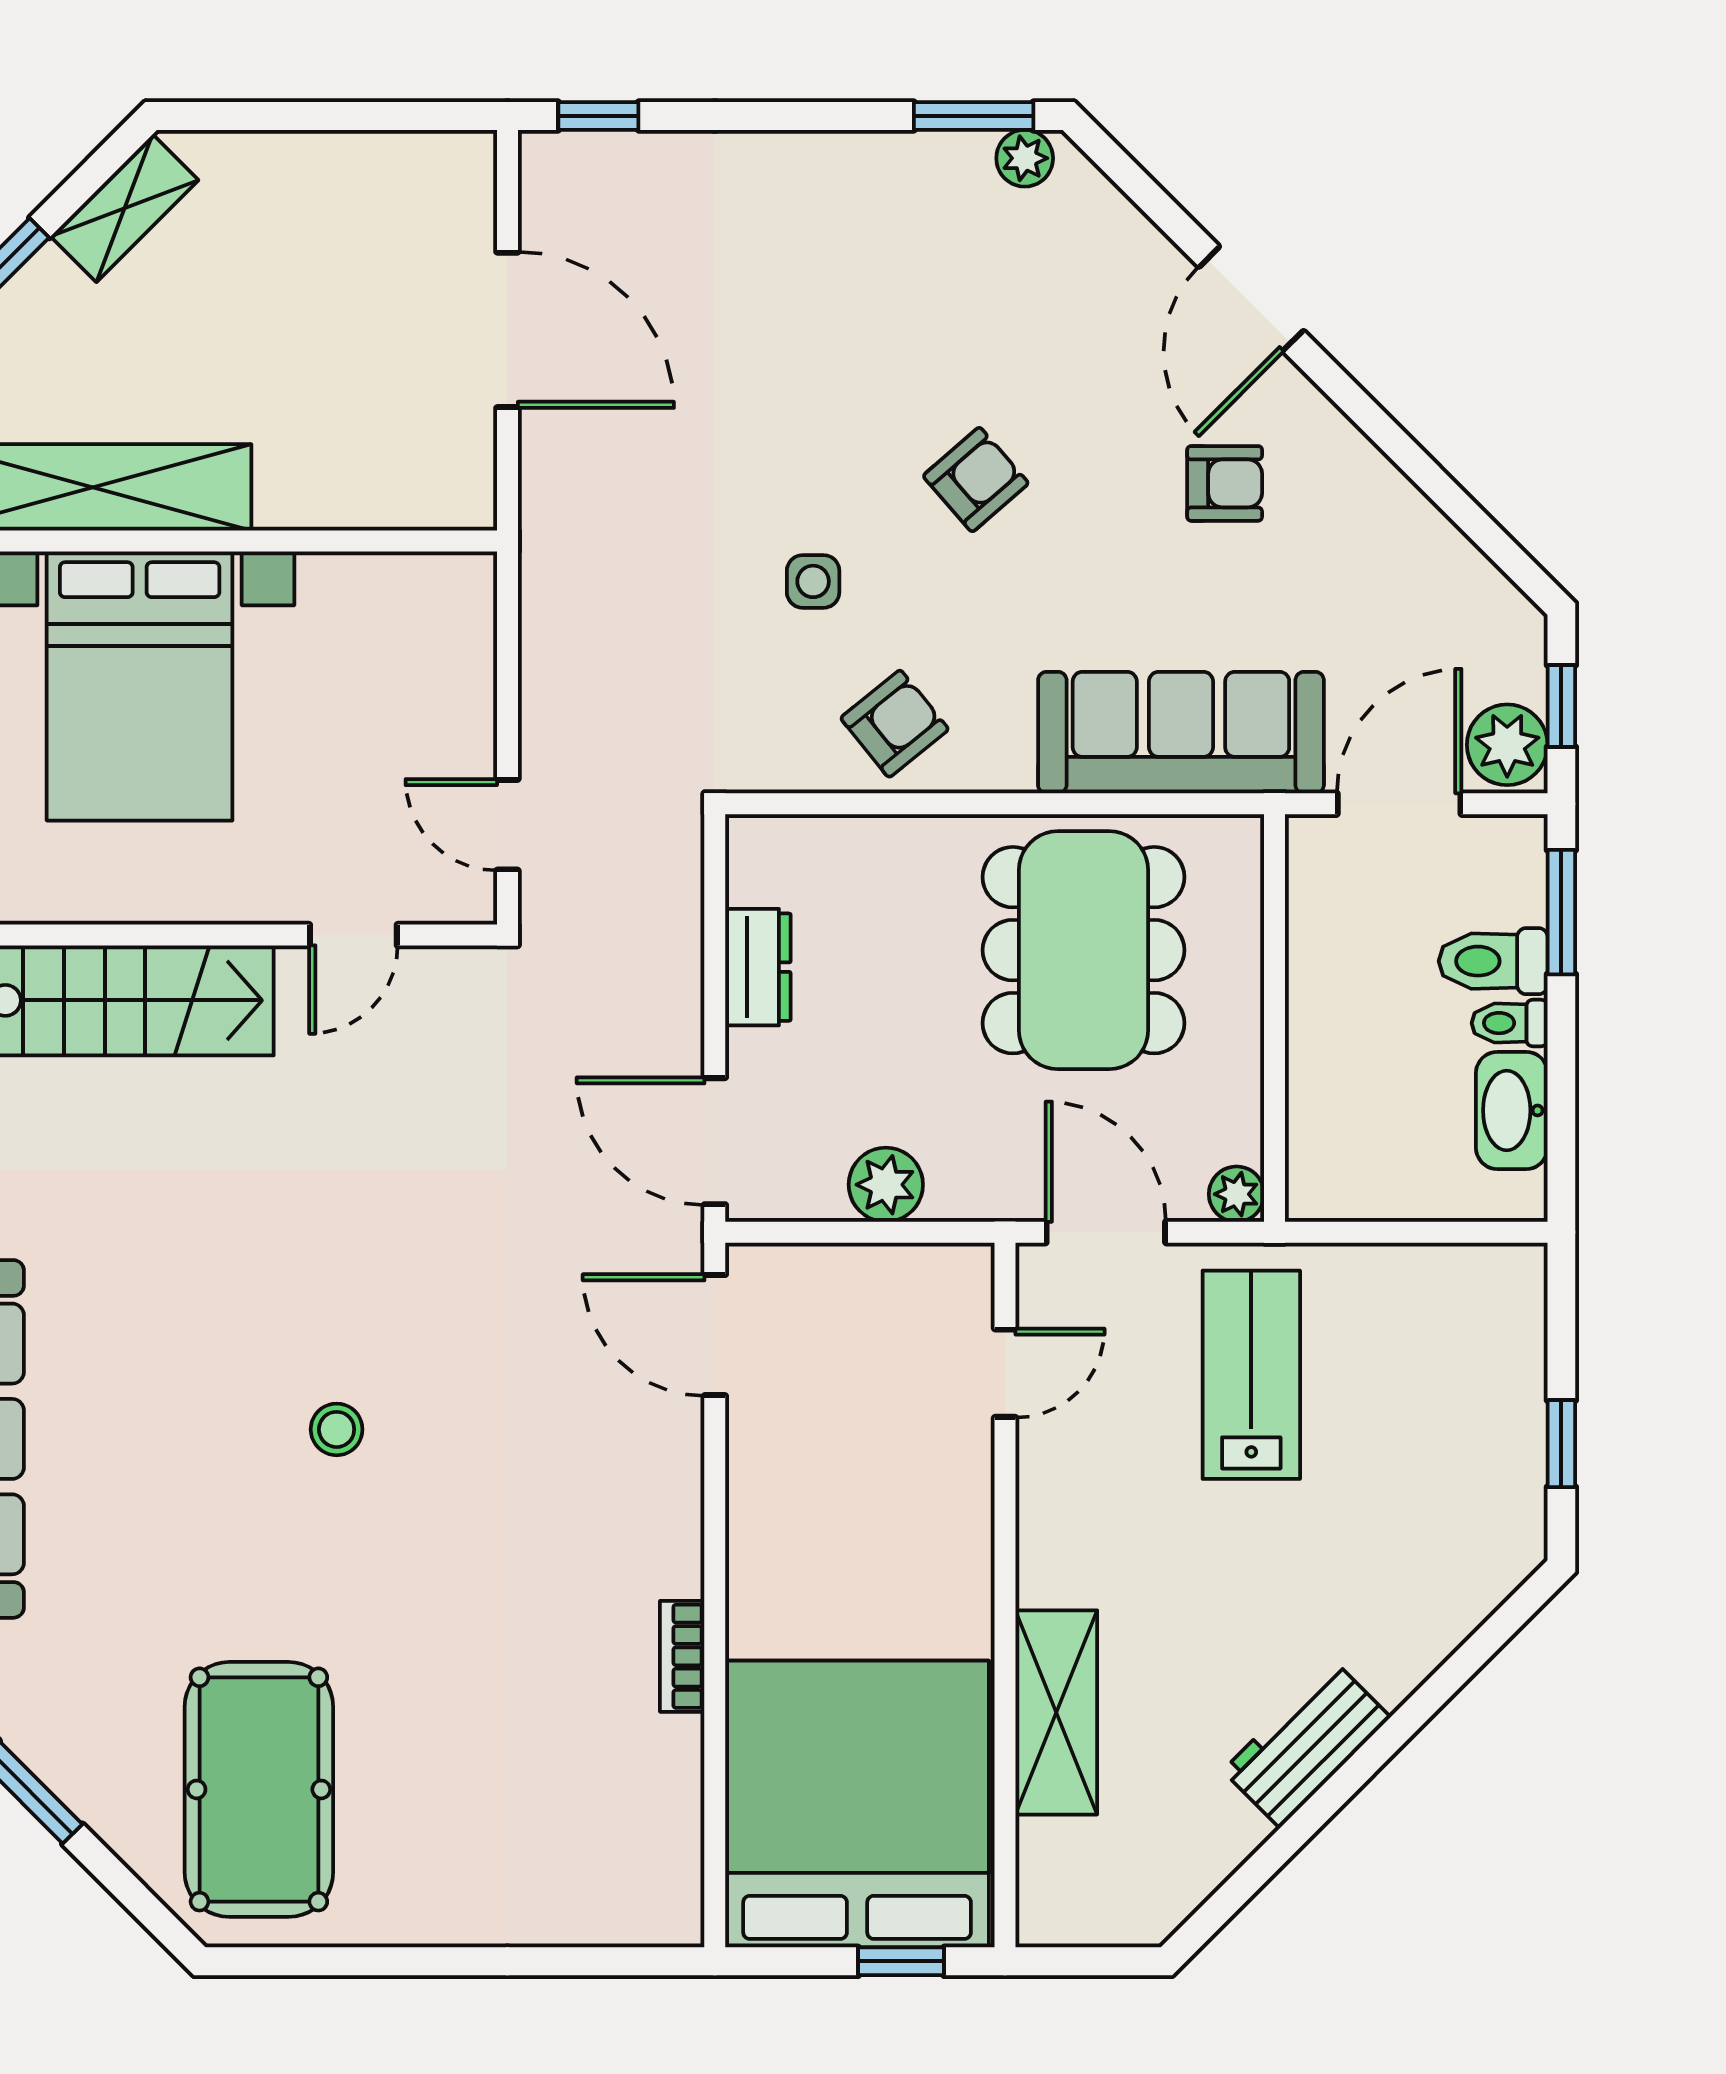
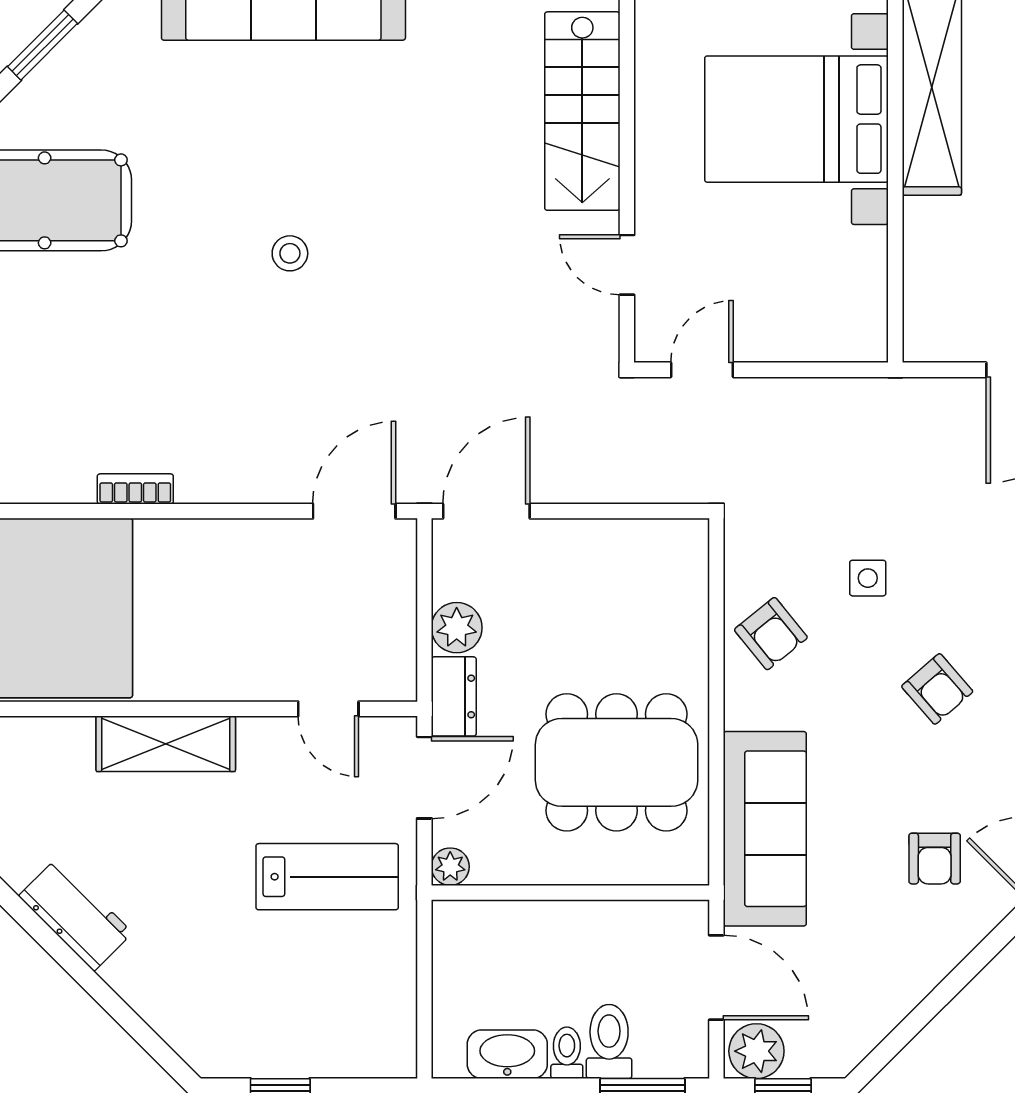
dresser: (758, 967) -> (454, 696), moved, turned -90
shelving: (1056, 1712) -> (166, 744), moved

